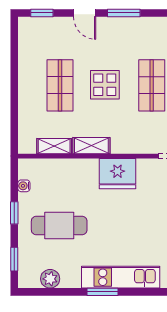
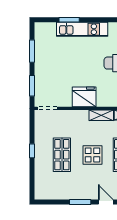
window: (103, 292) -> (69, 20), moved

